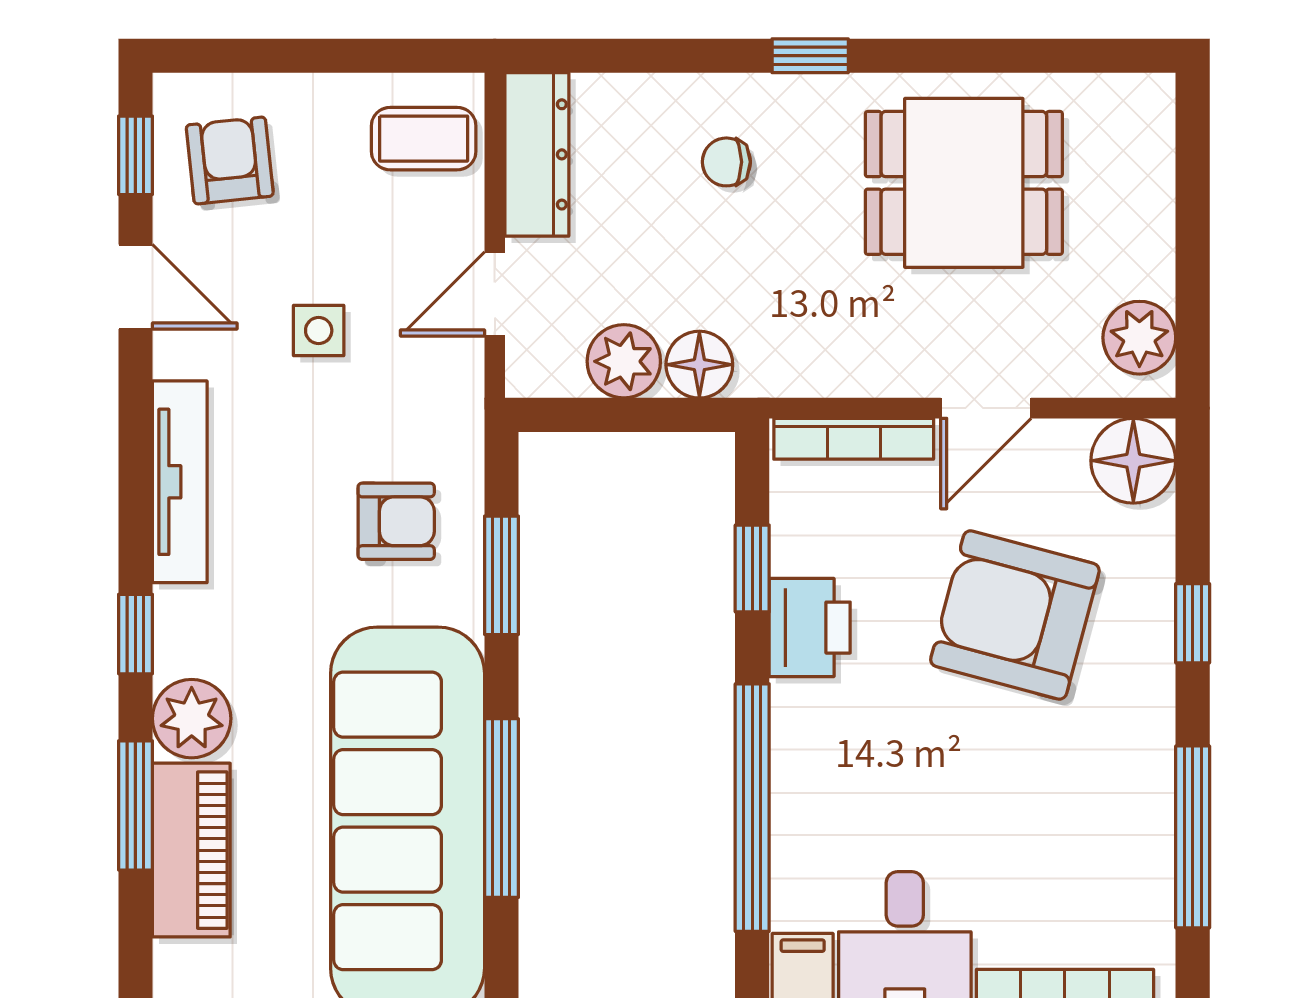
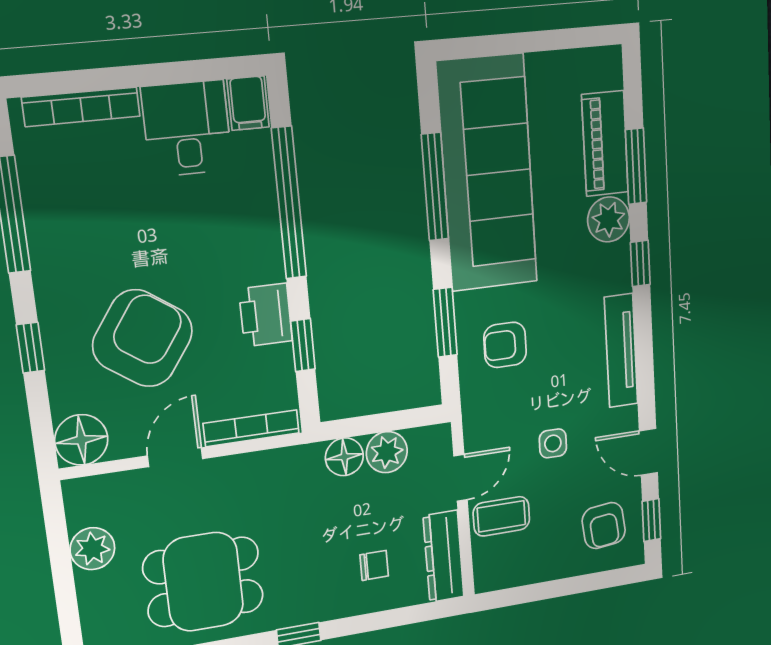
coffee table: (424, 139) -> (501, 516), moved
chair: (726, 162) -> (374, 565), moved
plant: (1139, 338) -> (92, 549), moved
armchair: (1015, 615) -> (143, 338), turned -70

